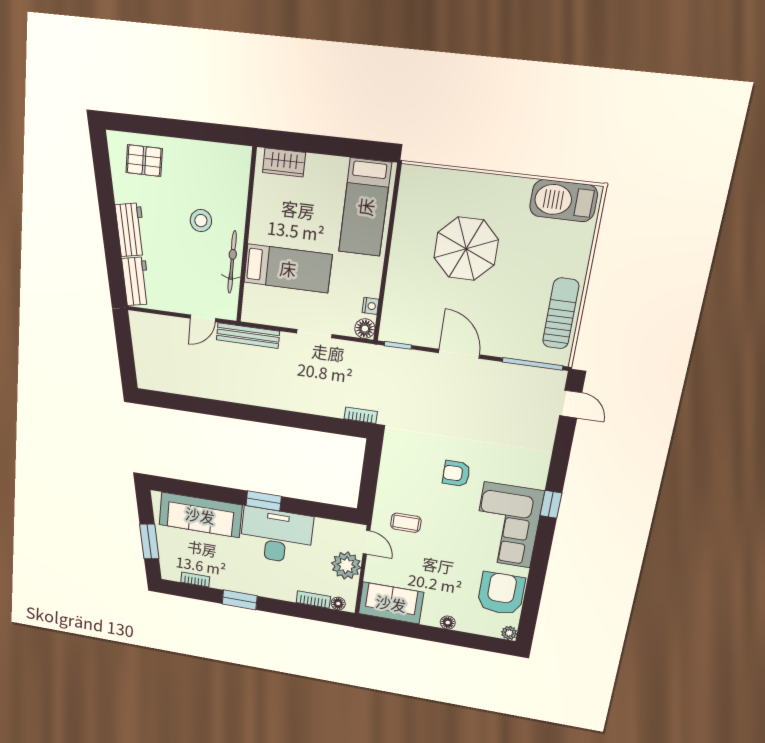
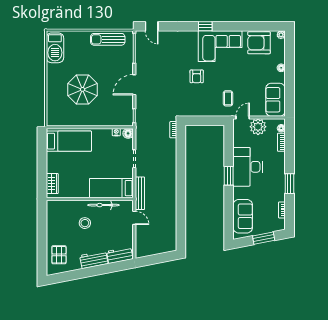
bed: (288, 268) -> (111, 188), moved, turned -90
door: (571, 404) -> (152, 26), swing flipped
sofa: (200, 515) -> (243, 216), width x0.73

